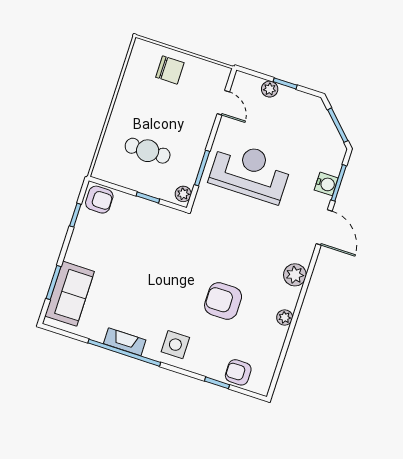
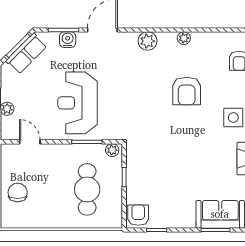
door: (223, 103) -> (30, 142), hinge flipped
row of seats: (326, 132) -> (26, 54), added
cafe table: (148, 151) -> (87, 189), width x1.37, depth x1.35

